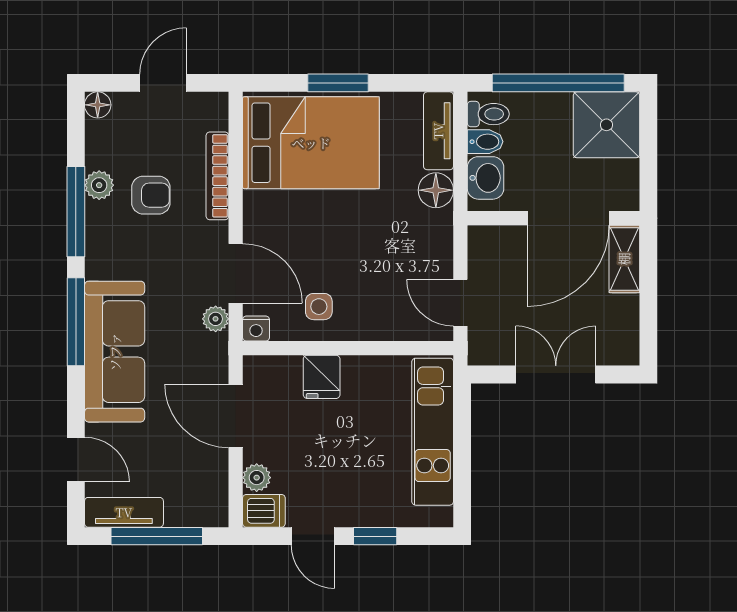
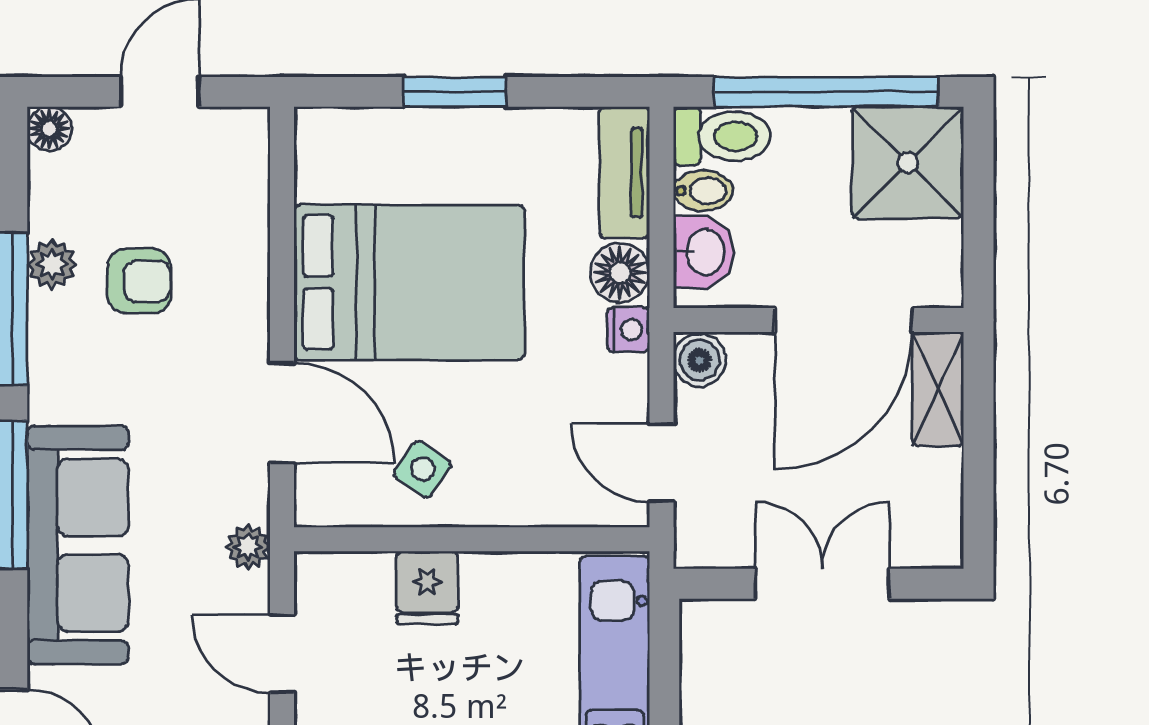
toilet: (488, 114) -> (722, 136), width x1.37, depth x1.39
bed: (311, 143) -> (409, 282), moved
bookcase: (217, 176) -> (251, 249), removed
boiler: (483, 242) -> (700, 360), added
side table: (319, 307) -> (423, 469), turned 35
plant: (216, 319) -> (248, 547), moved
nightstand: (256, 329) -> (628, 330), moved, turned -90
door: (236, 416) -> (282, 654), width x0.73

